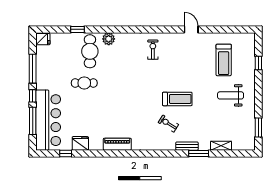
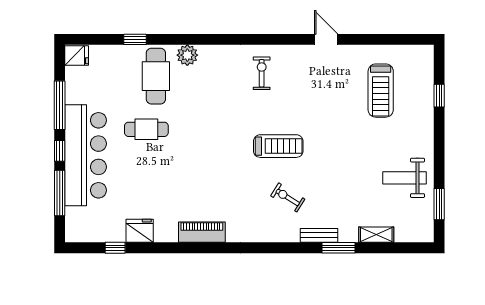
weight bench: (231, 95) -> (405, 178), moved
treadmill: (177, 99) -> (278, 146), moved
bar counter: (48, 120) -> (86, 155), moved

